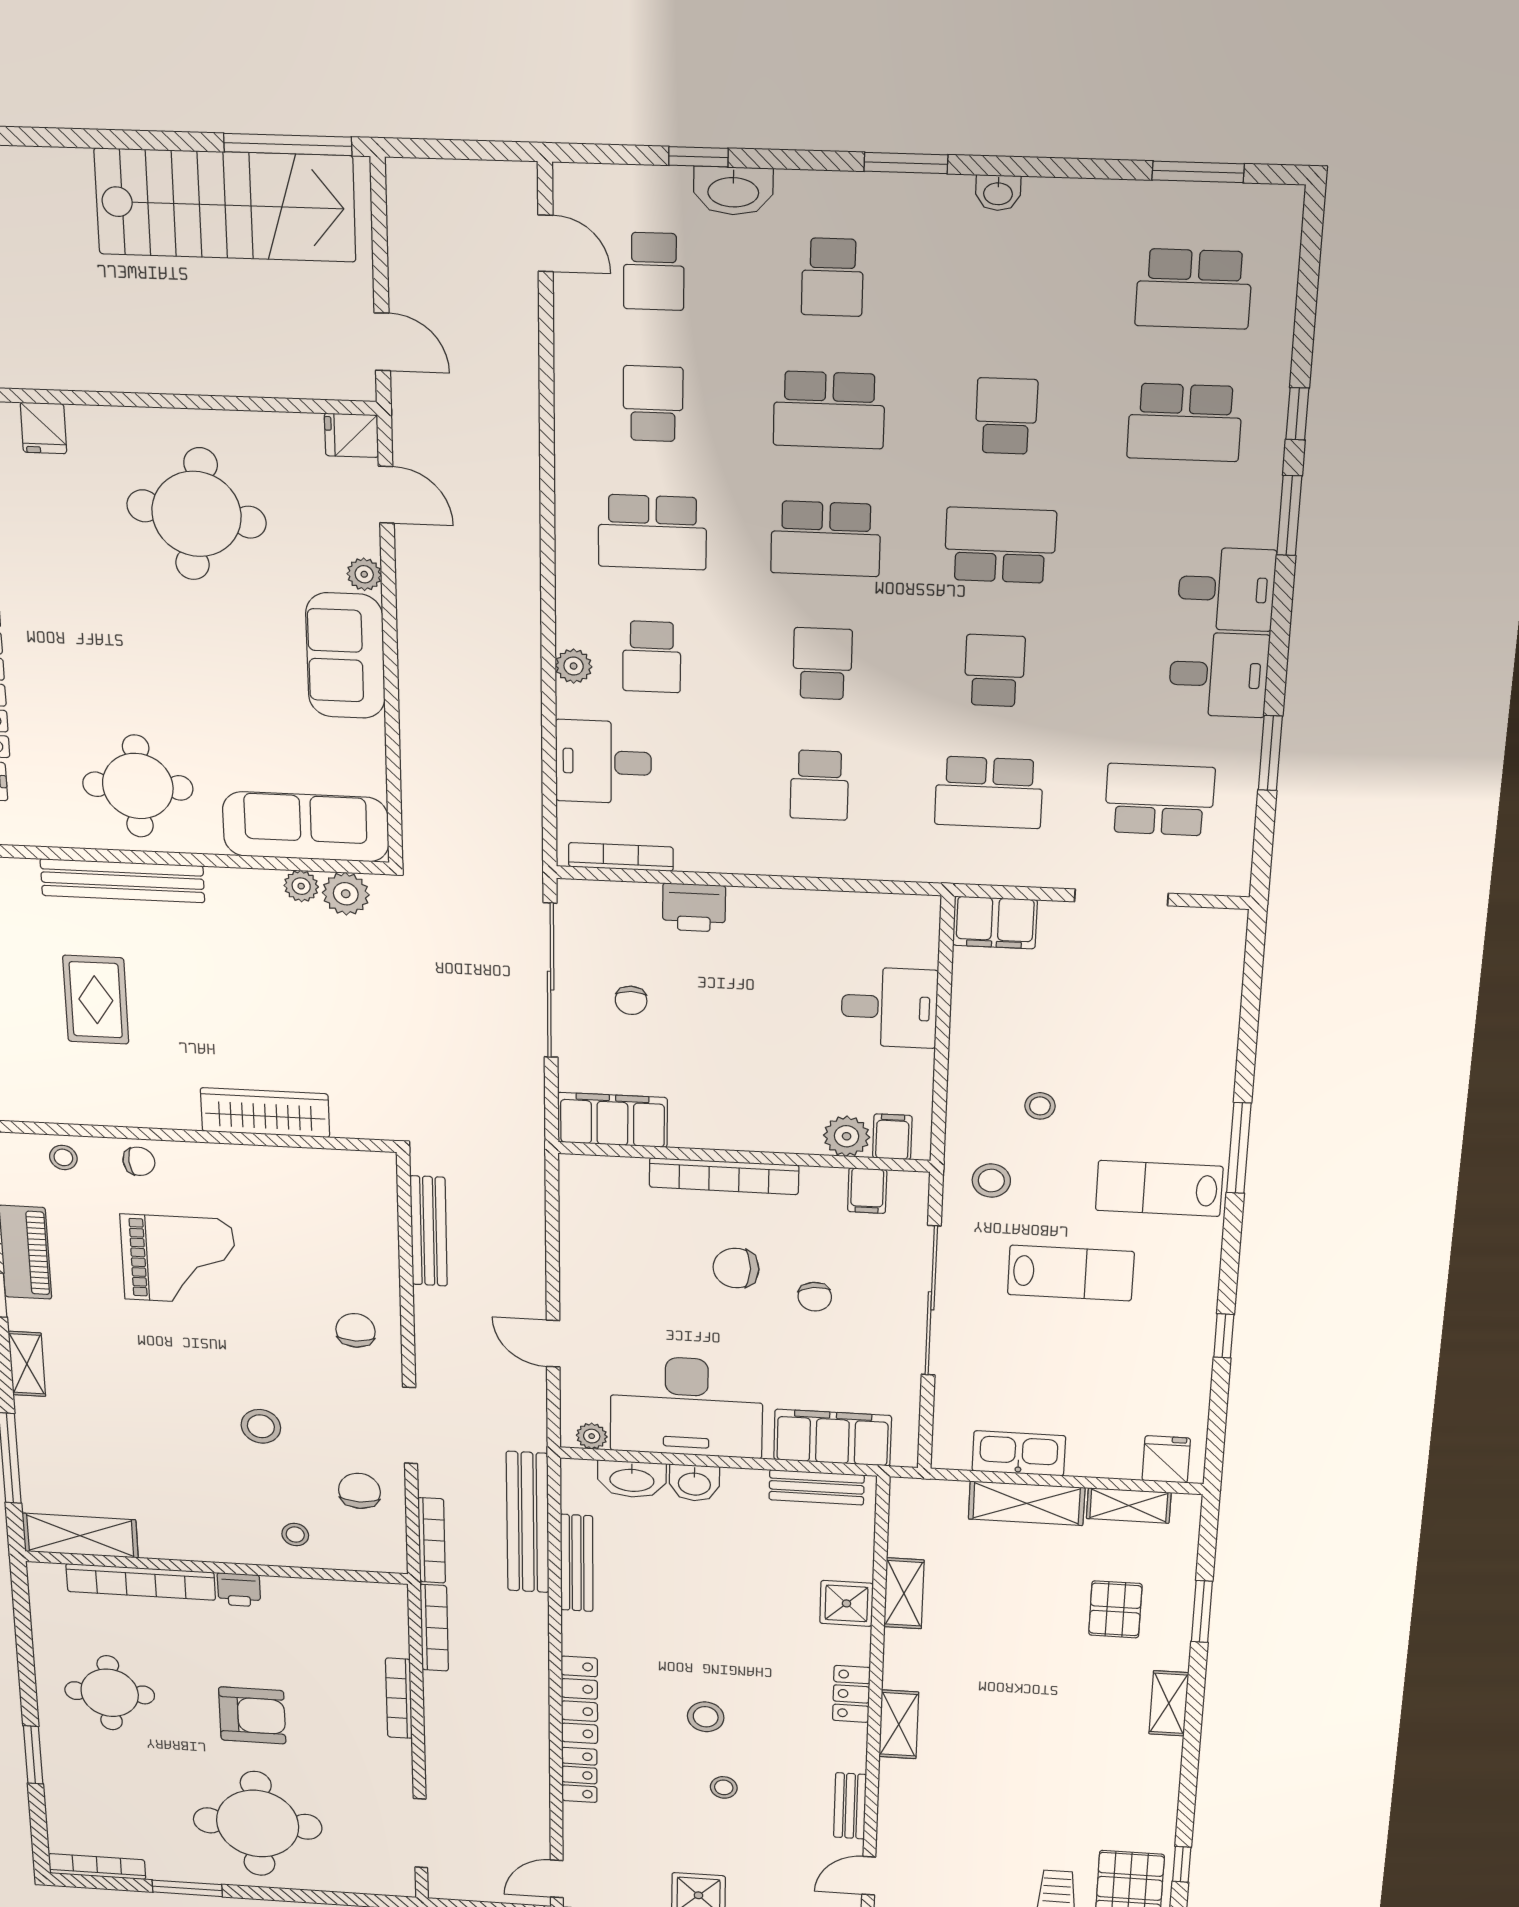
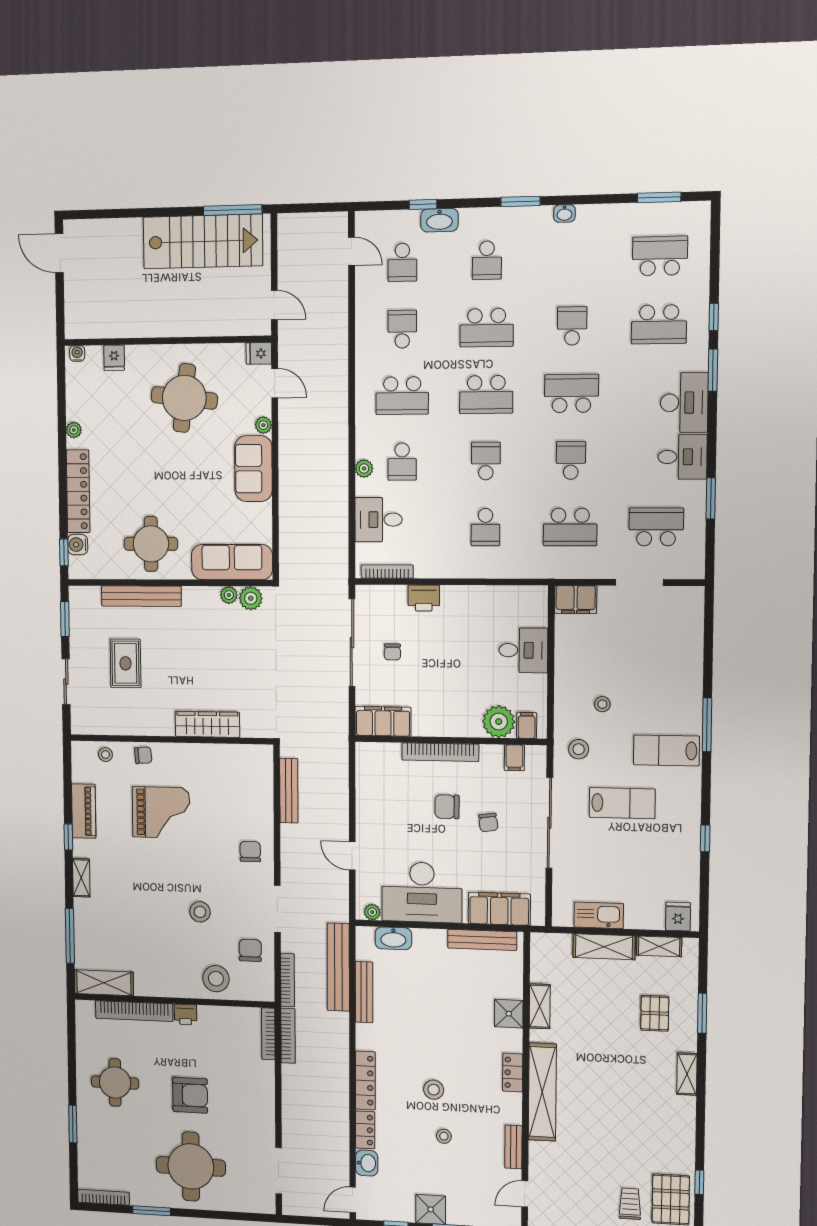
school desk: (1194, 289) -> (660, 256), turned 180
desk: (1227, 589) -> (684, 403), width x1.37
plant: (847, 1136) -> (499, 722), width x1.36, depth x1.36
washbasin: (694, 1483) -> (367, 1163), moved, turned -90
bench: (817, 1487) -> (482, 940), width x1.36
stool: (295, 1535) -> (216, 979), width x1.89, depth x1.89
bookcase: (399, 1698) -> (268, 1034), moved
shelving: (899, 1724) -> (542, 1092), width x2.20, depth x1.33

